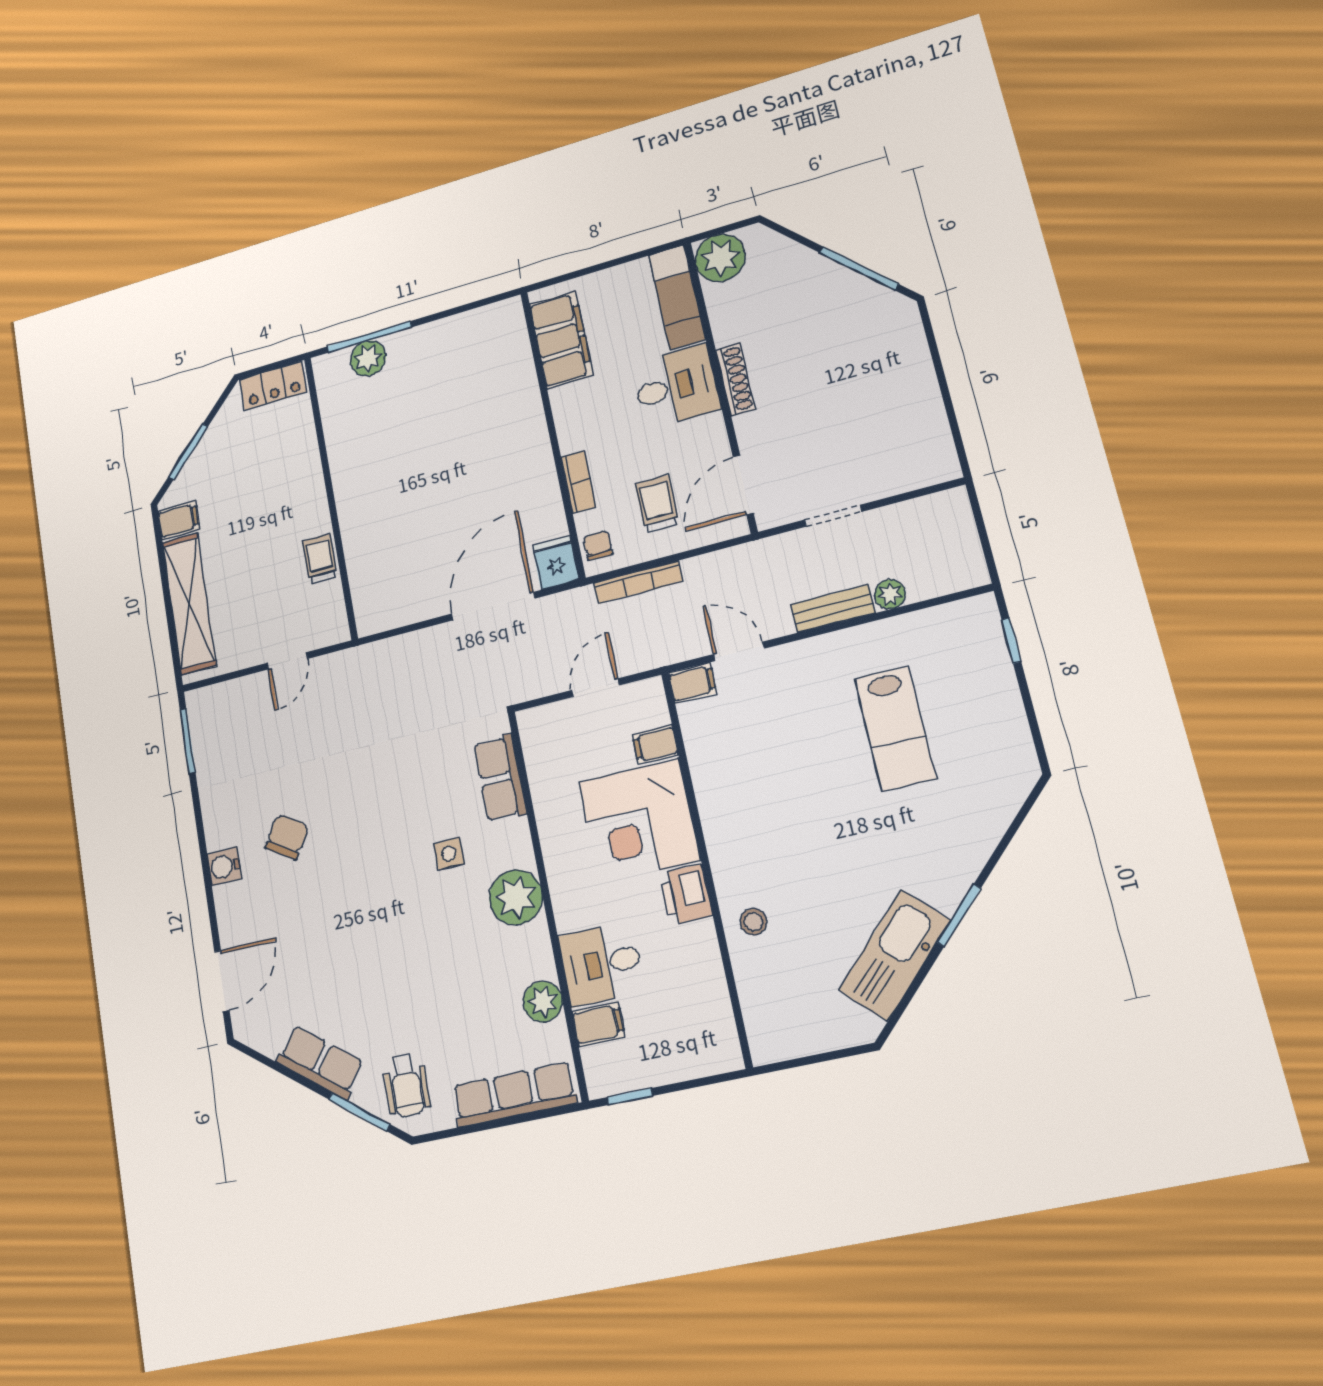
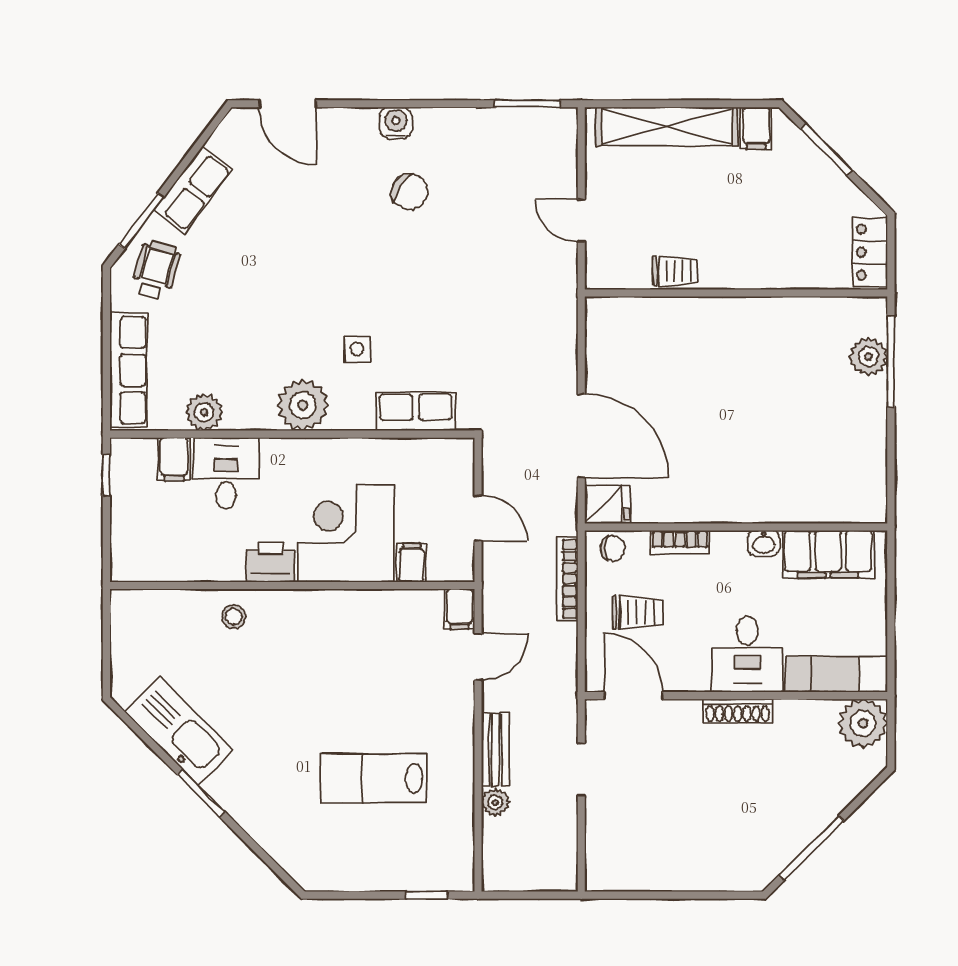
washbasin: (563, 403) -> (764, 543), added
wheelchair: (406, 1085) -> (156, 270), turned 106

